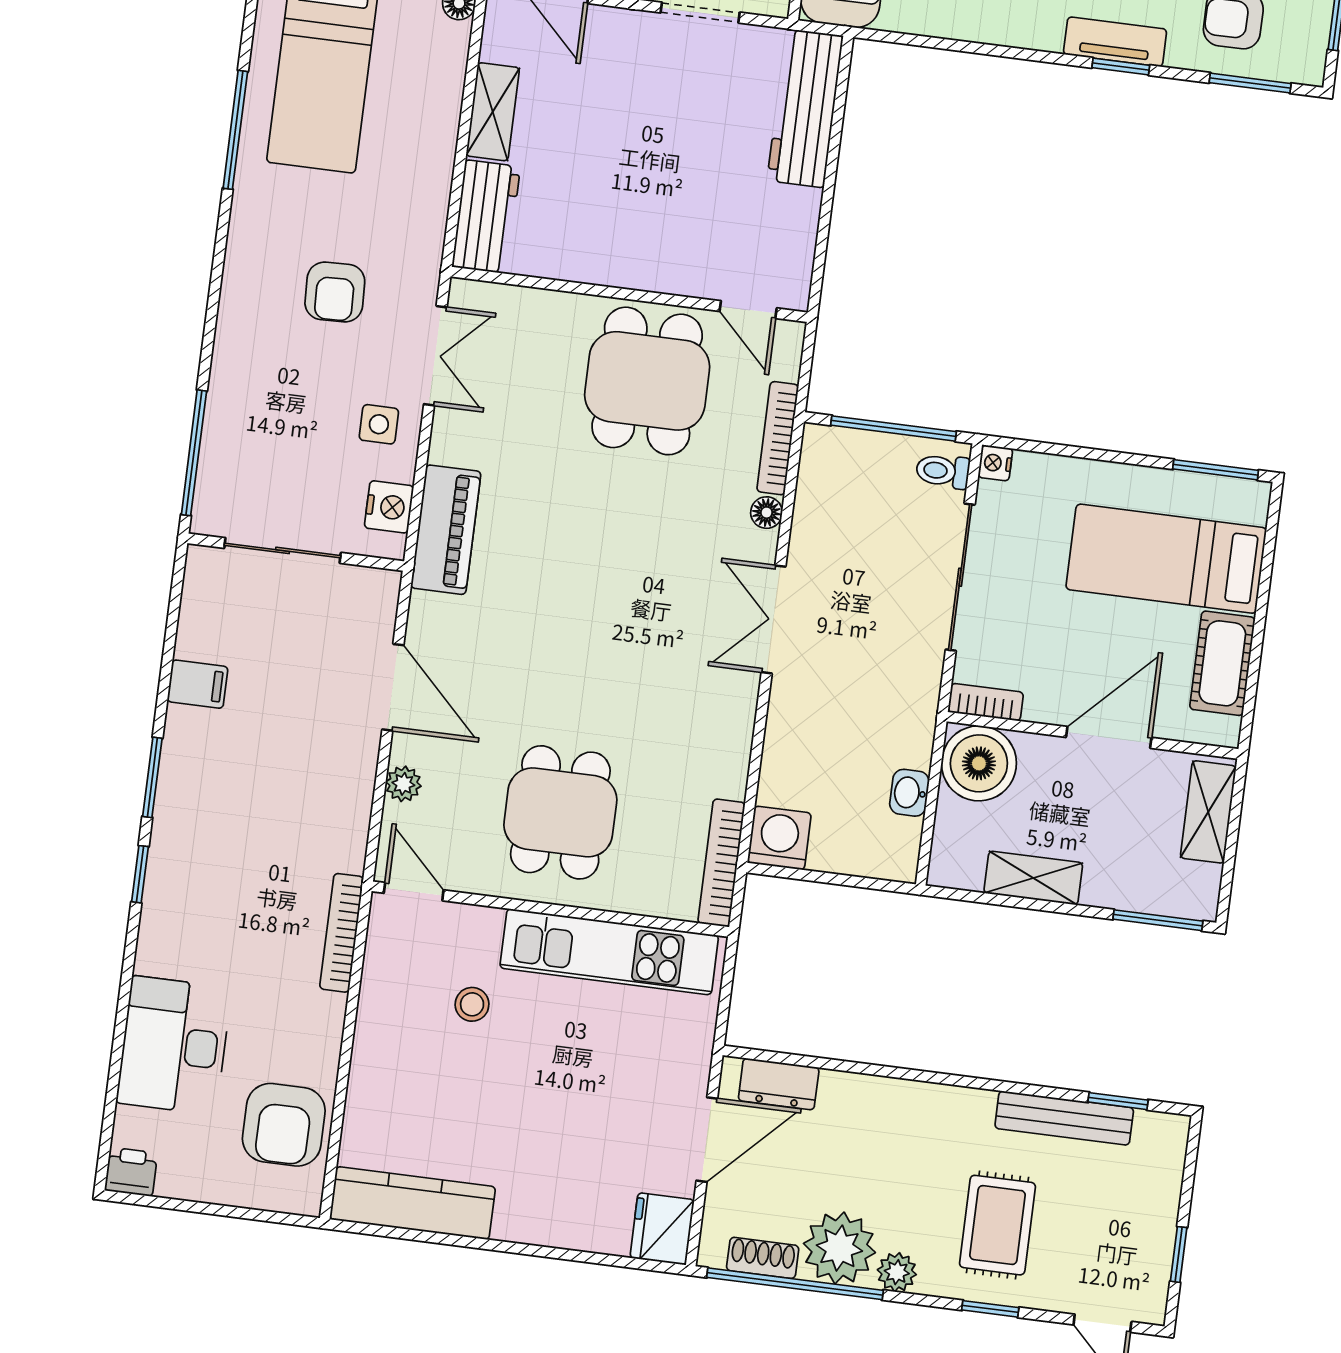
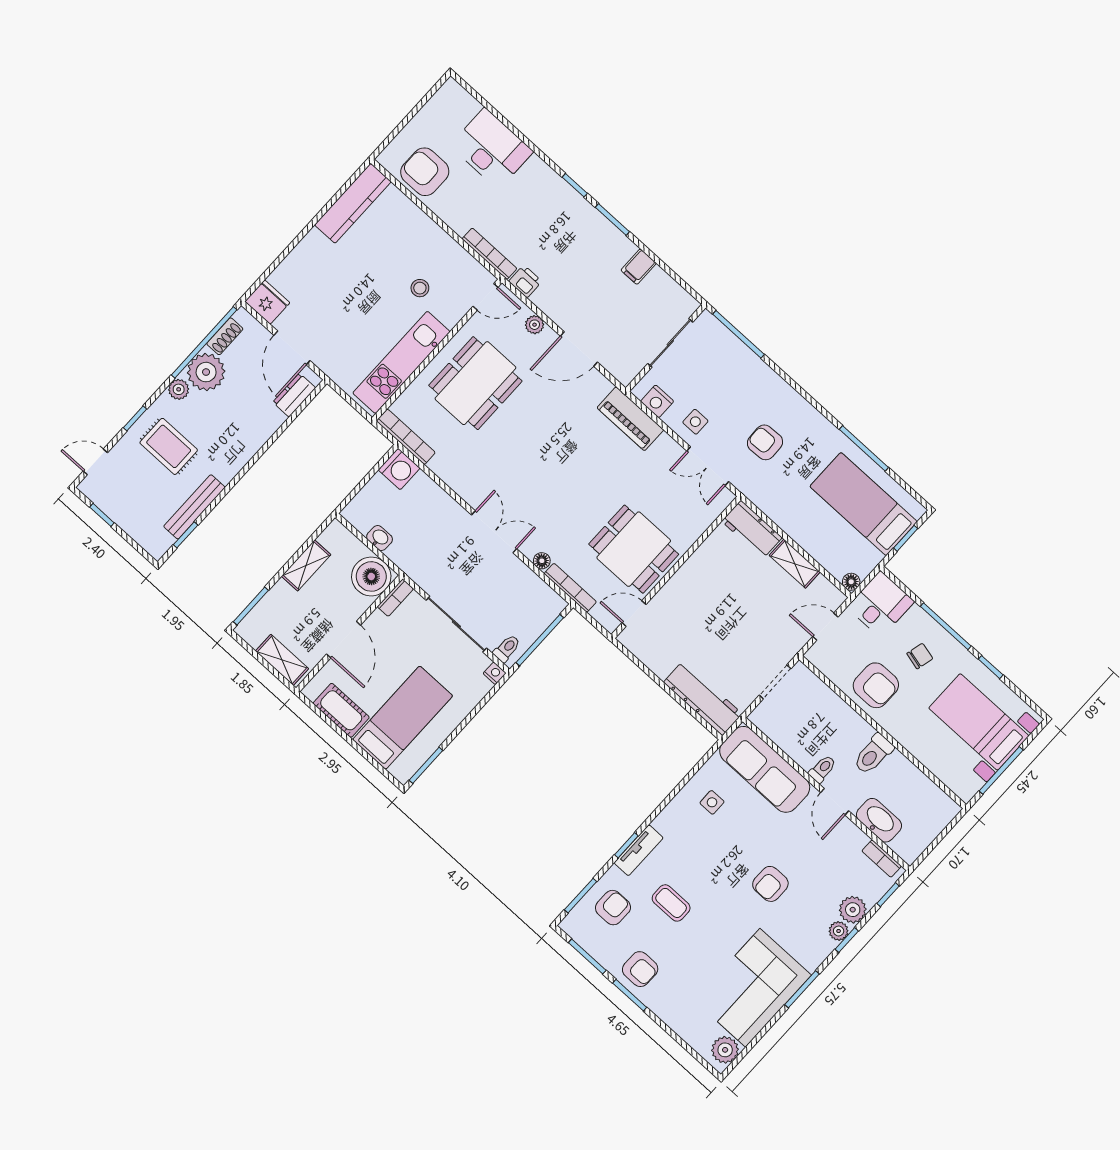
dining table: (560, 812) -> (475, 383), width x1.38
printer: (131, 1172) -> (525, 281), moved, turned -90

